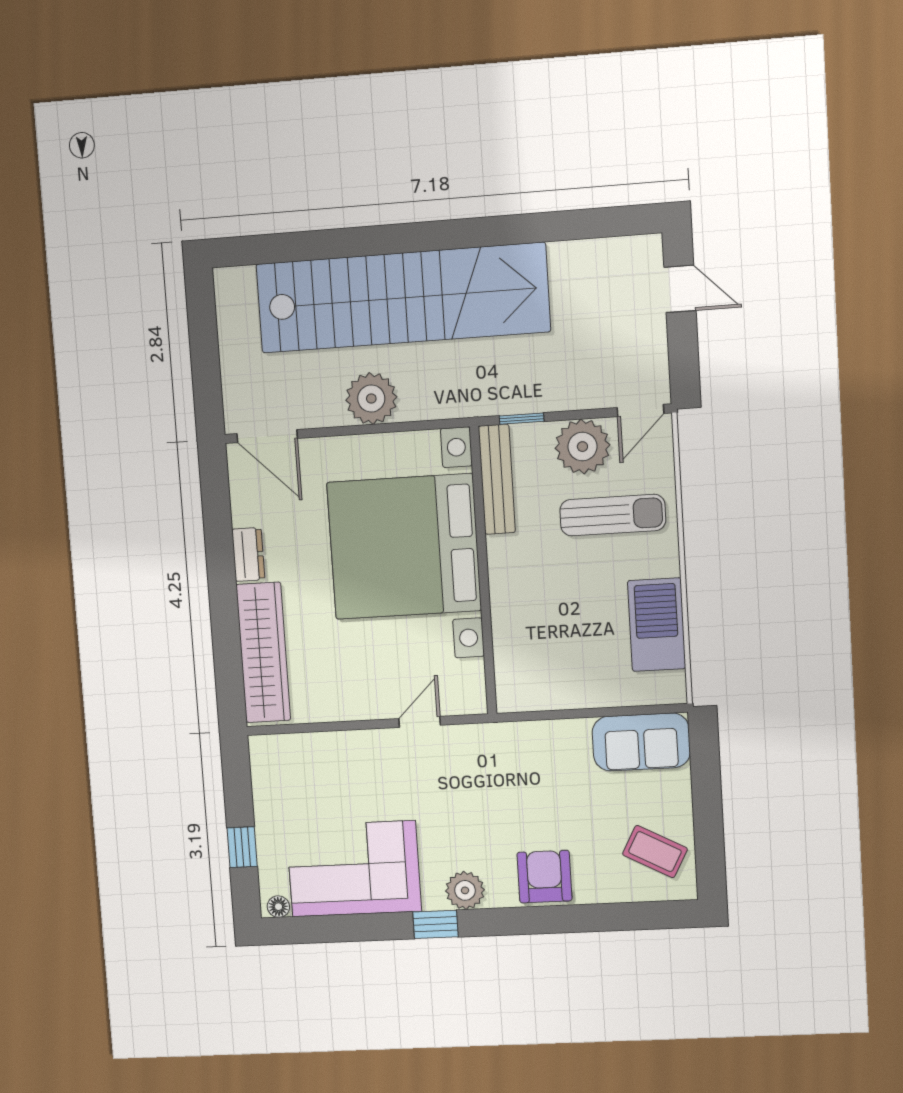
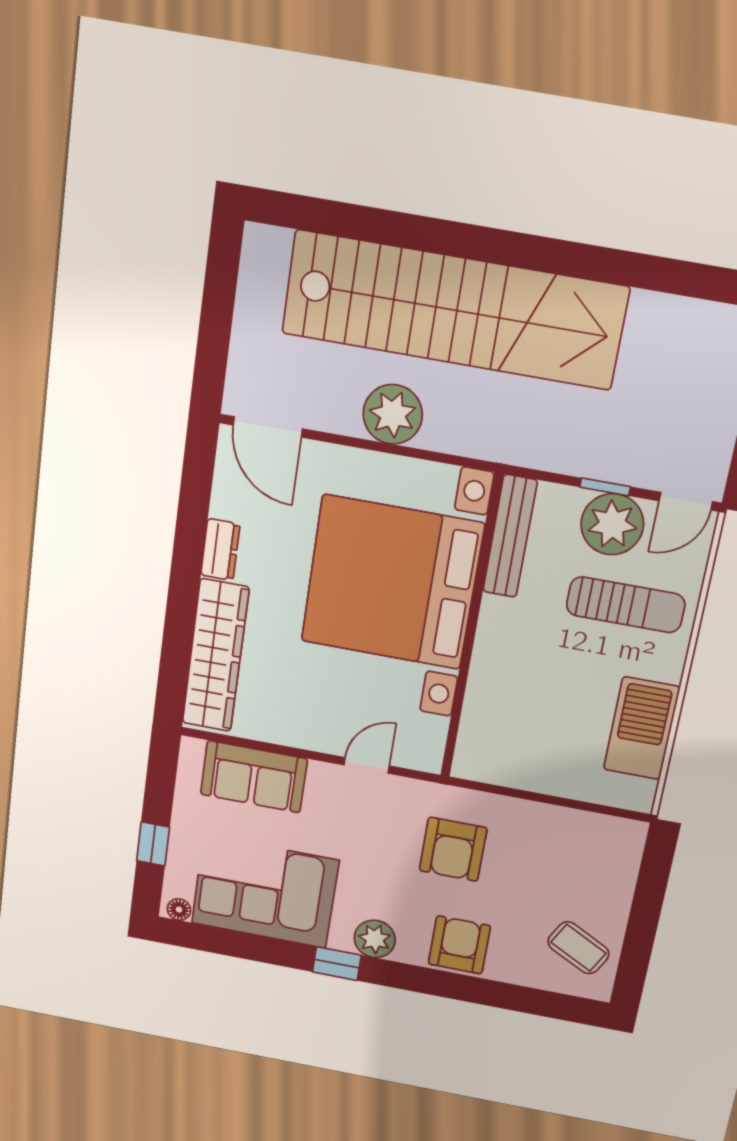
window: (522, 419) -> (605, 487), moved
sofa: (641, 742) -> (254, 777), moved
armchair: (516, 783) -> (453, 849), added

